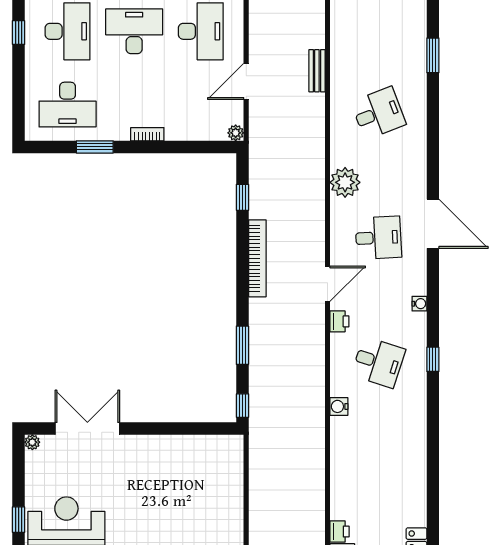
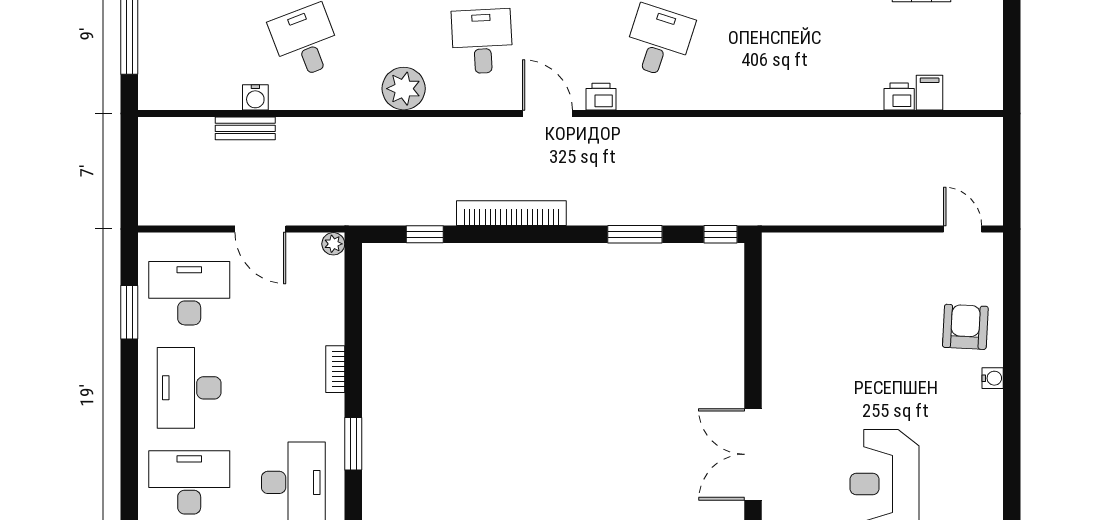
water cooler: (339, 406) -> (255, 97), moved

